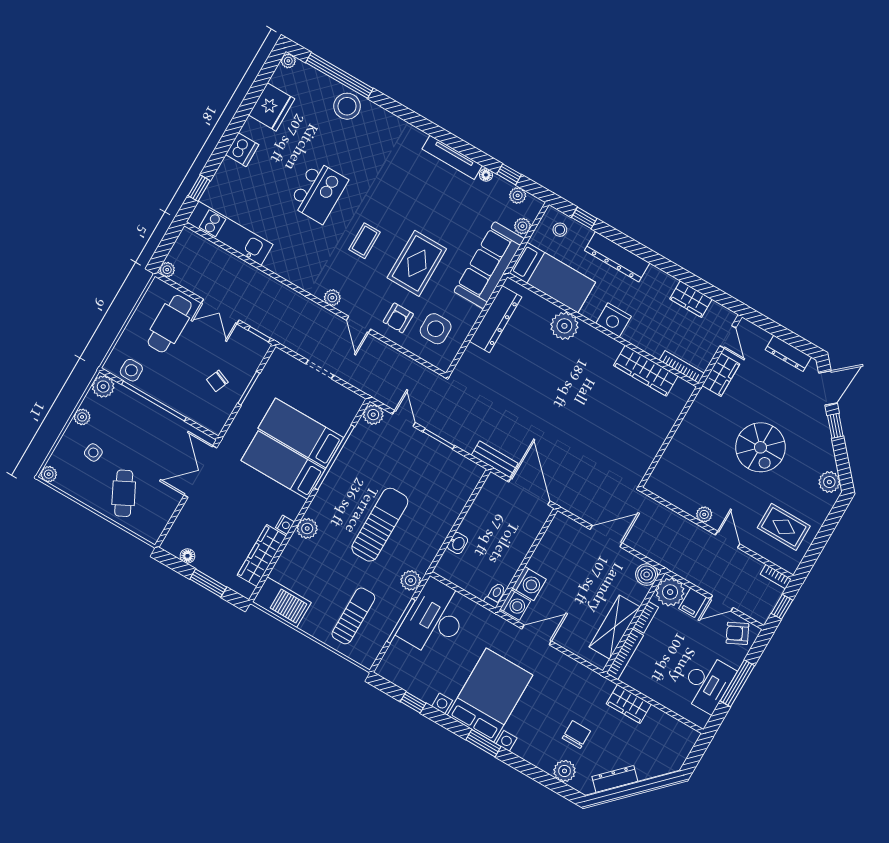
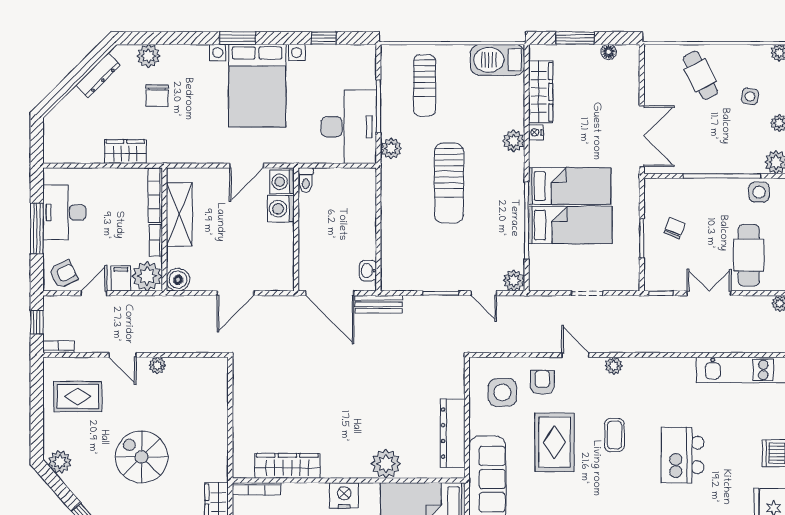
washbasin: (458, 543) -> (368, 271), moved

